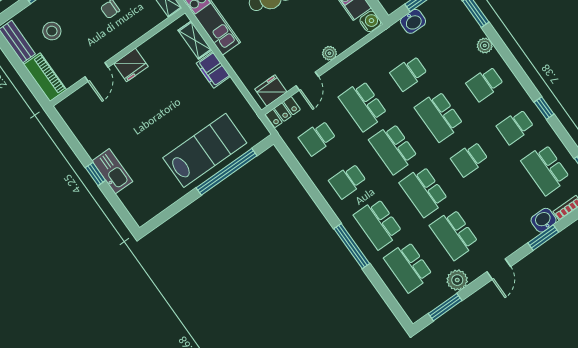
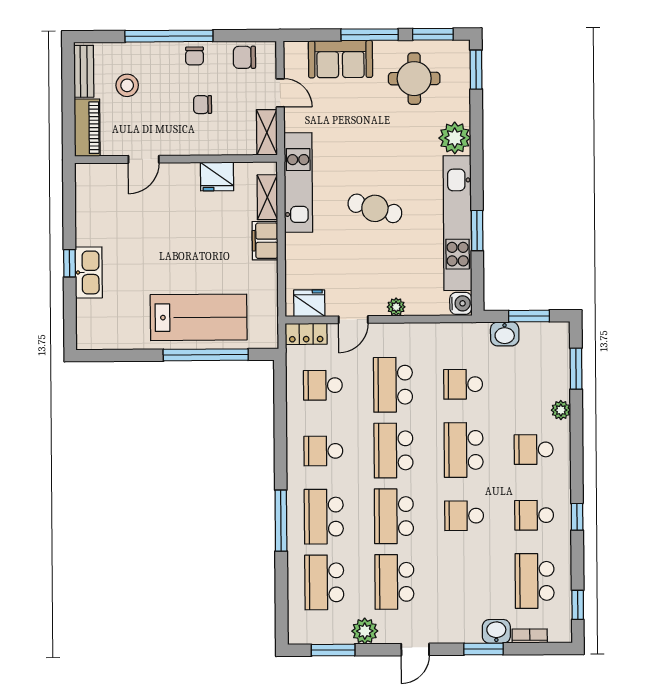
fridge: (131, 65) -> (217, 176), moved

